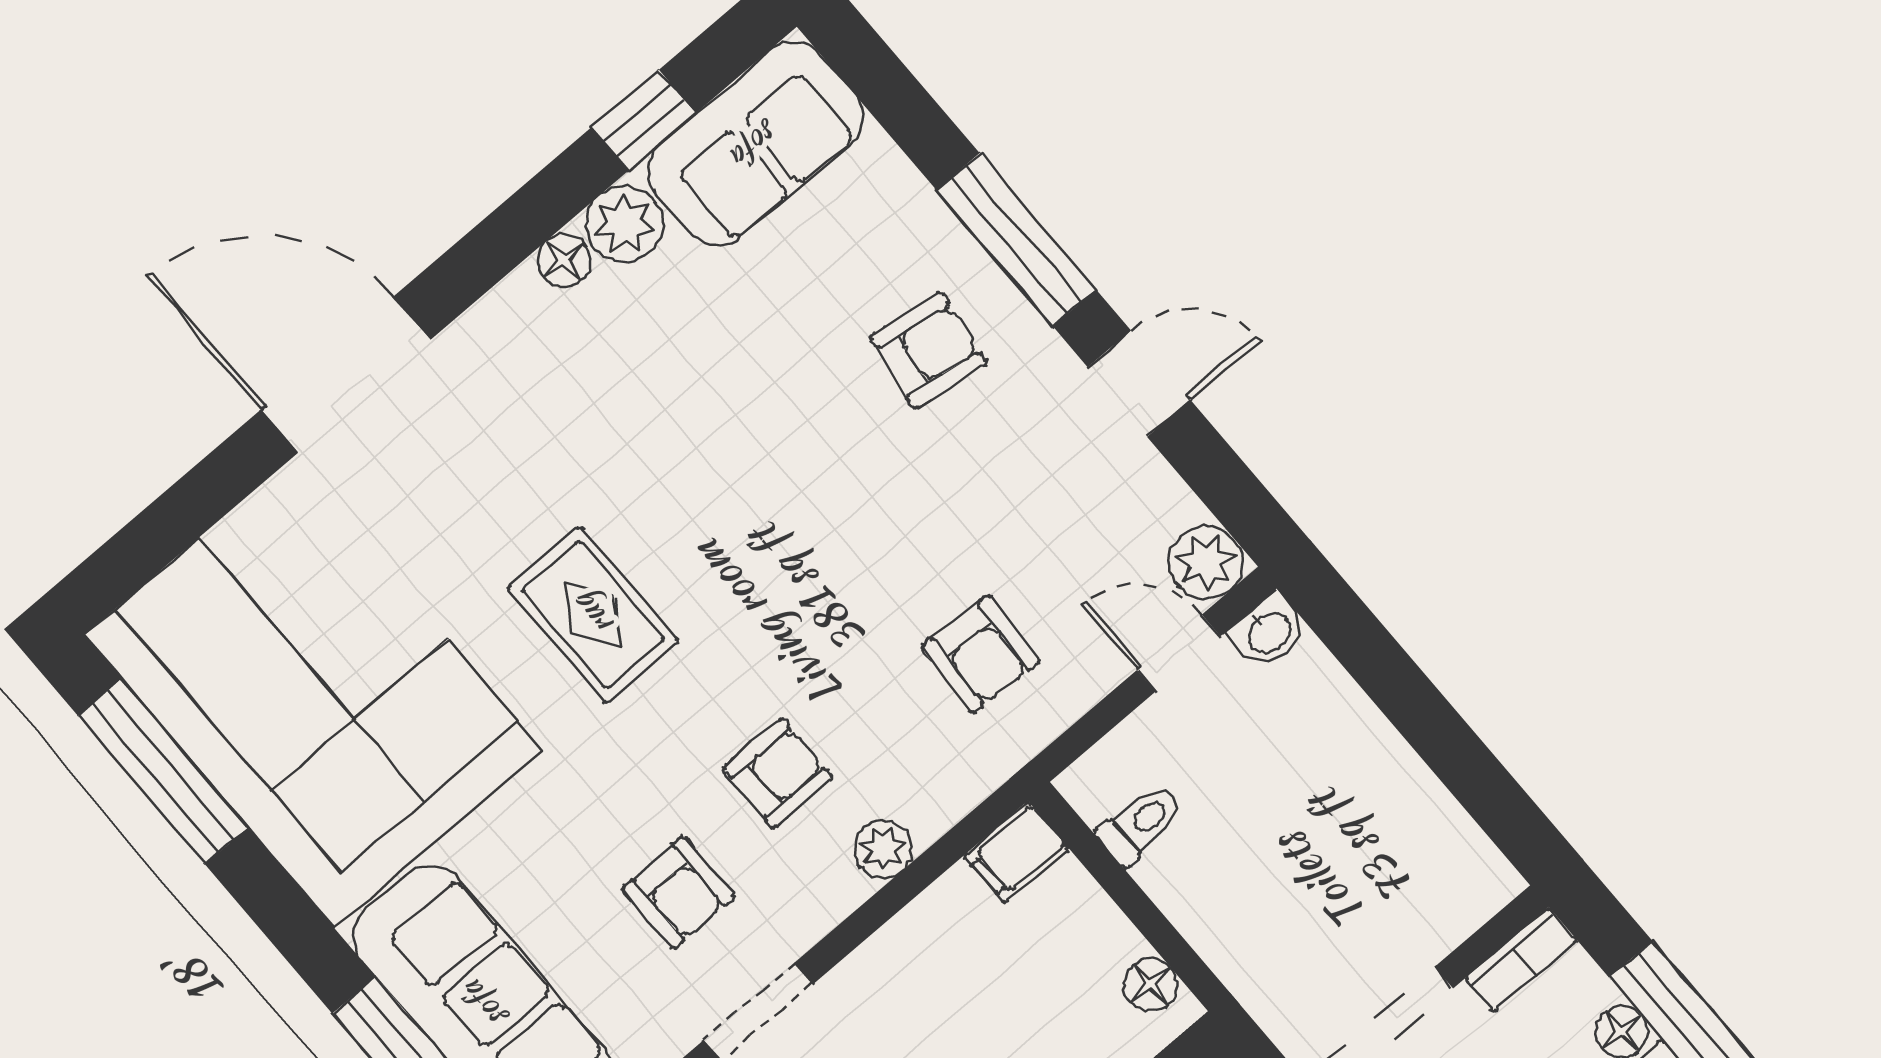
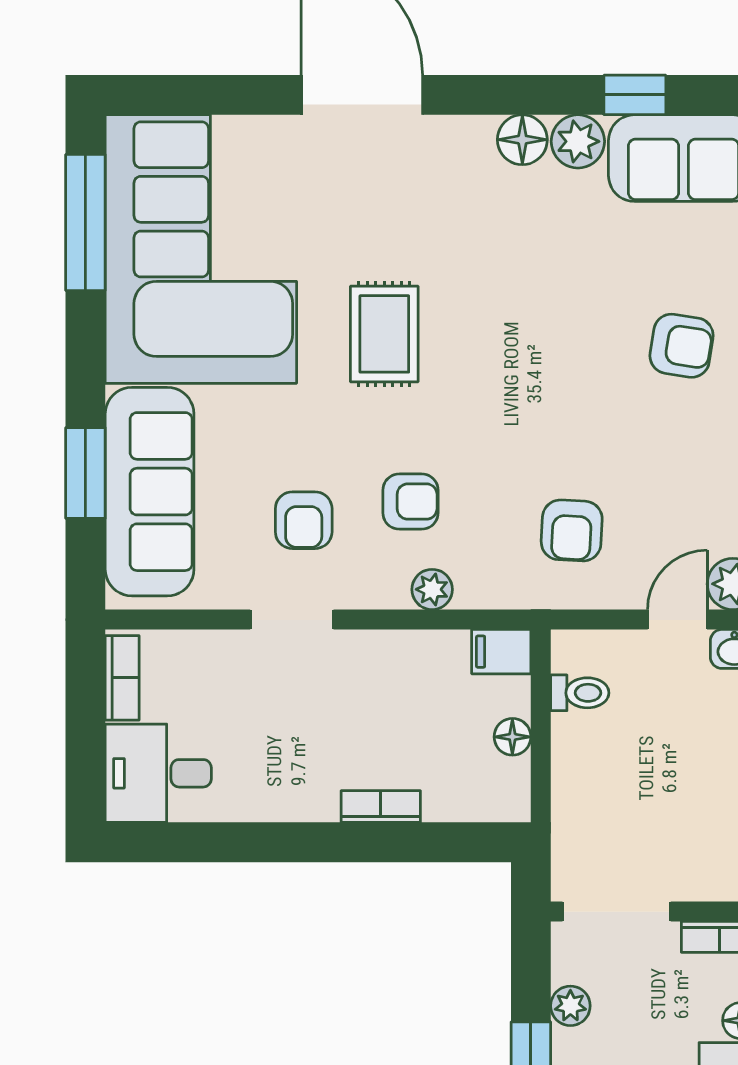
floor lamp: (564, 260) -> (522, 140), width x1.37, depth x1.37
door: (1179, 653) -> (677, 620), hinge flipped
floor lamp: (1151, 985) -> (512, 737), moved

